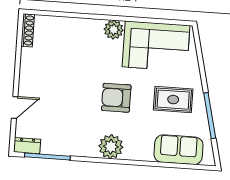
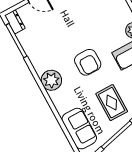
armchair: (116, 98) -> (88, 62), turned 180

